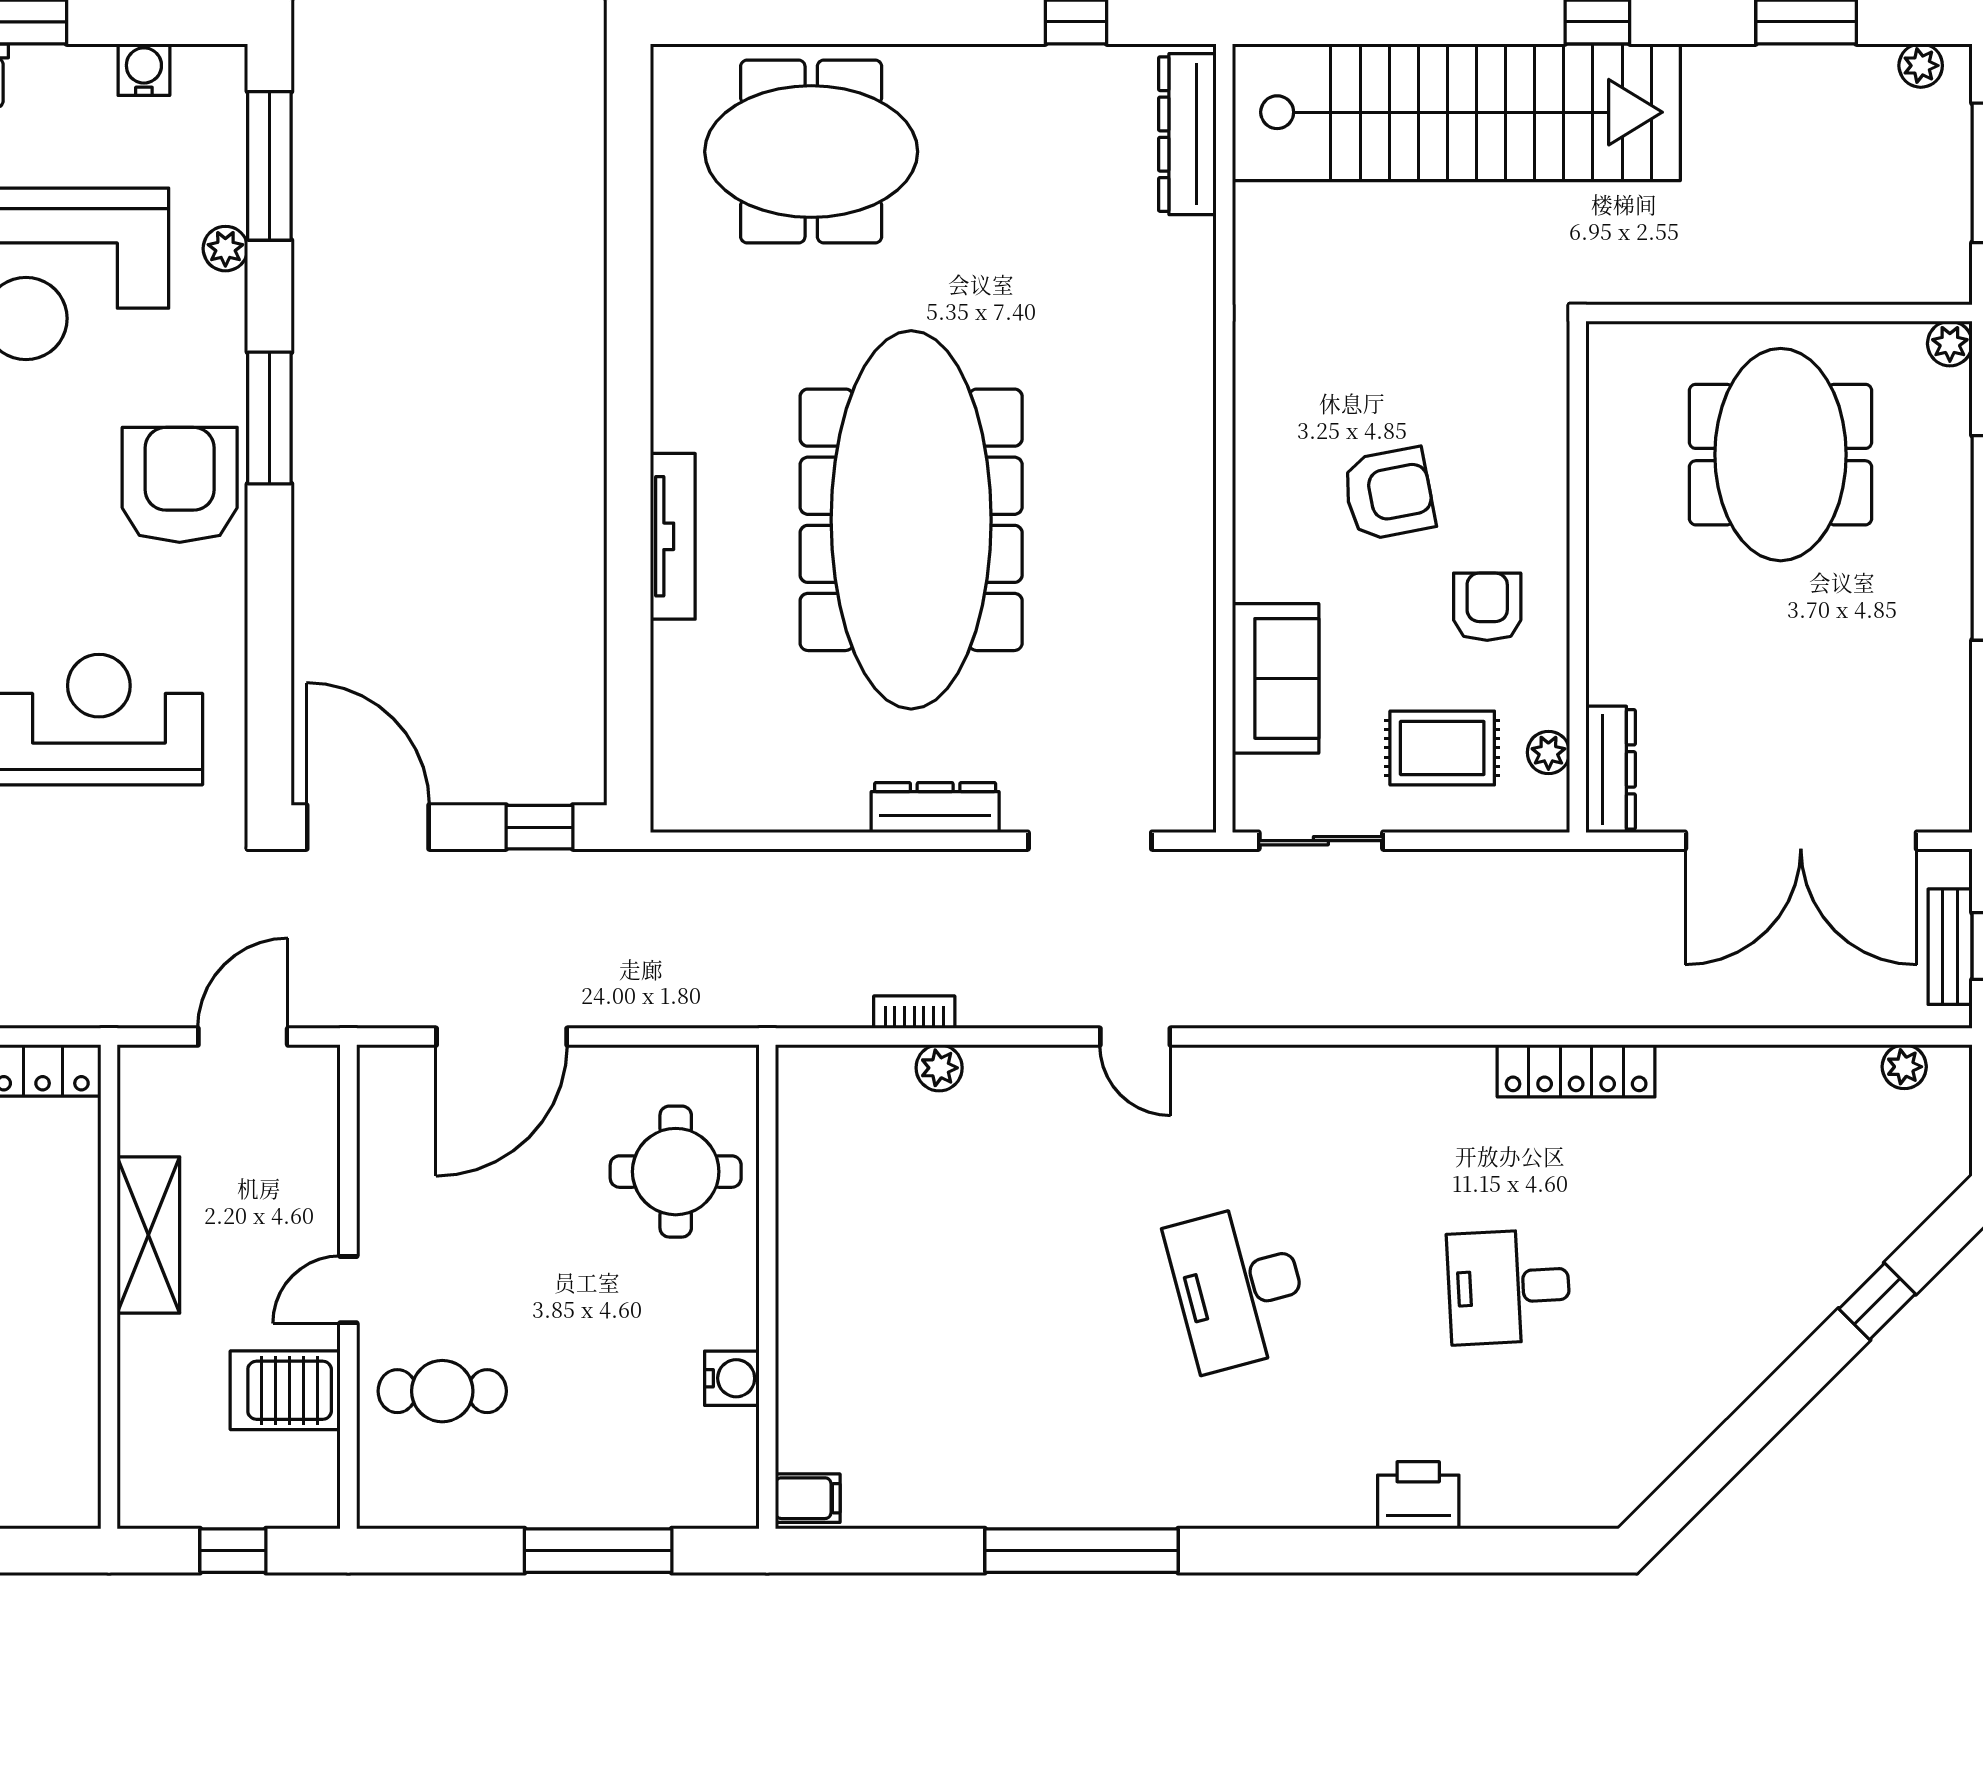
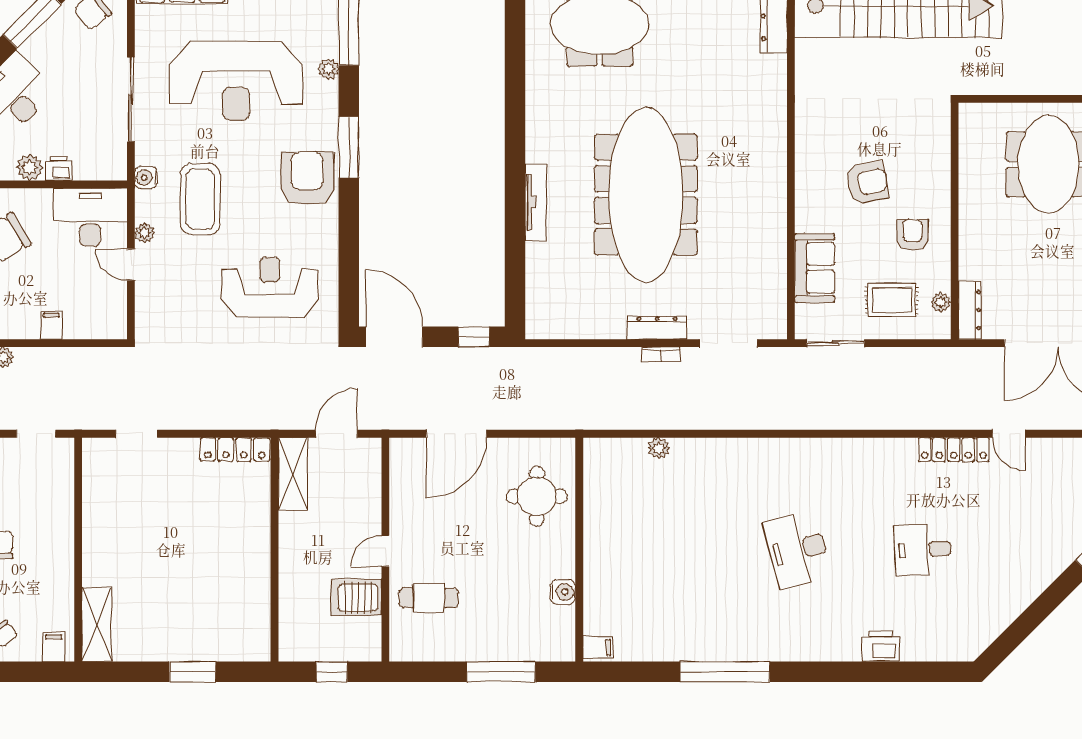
bookcase: (914, 1012) -> (661, 354), moved, turned 180
door: (1135, 1037) -> (1009, 434), moved
shelving: (148, 1235) -> (293, 474), moved

